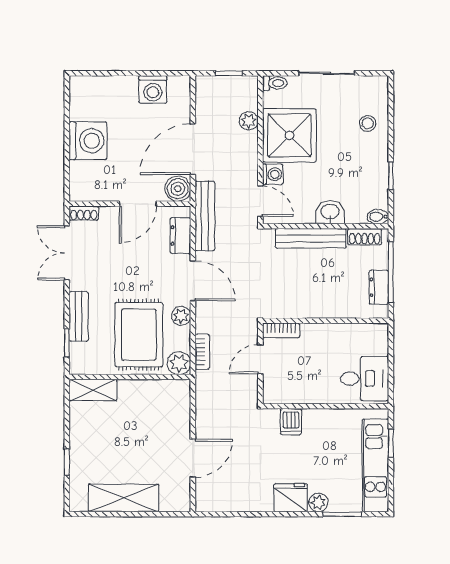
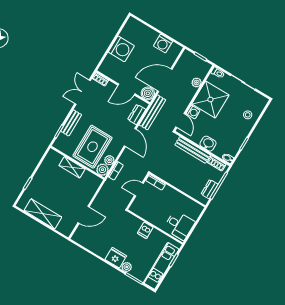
plant: (181, 316) -> (109, 160), moved
shelving: (93, 390) -> (72, 167), moved
dishwasher: (291, 422) -> (145, 230), moved

